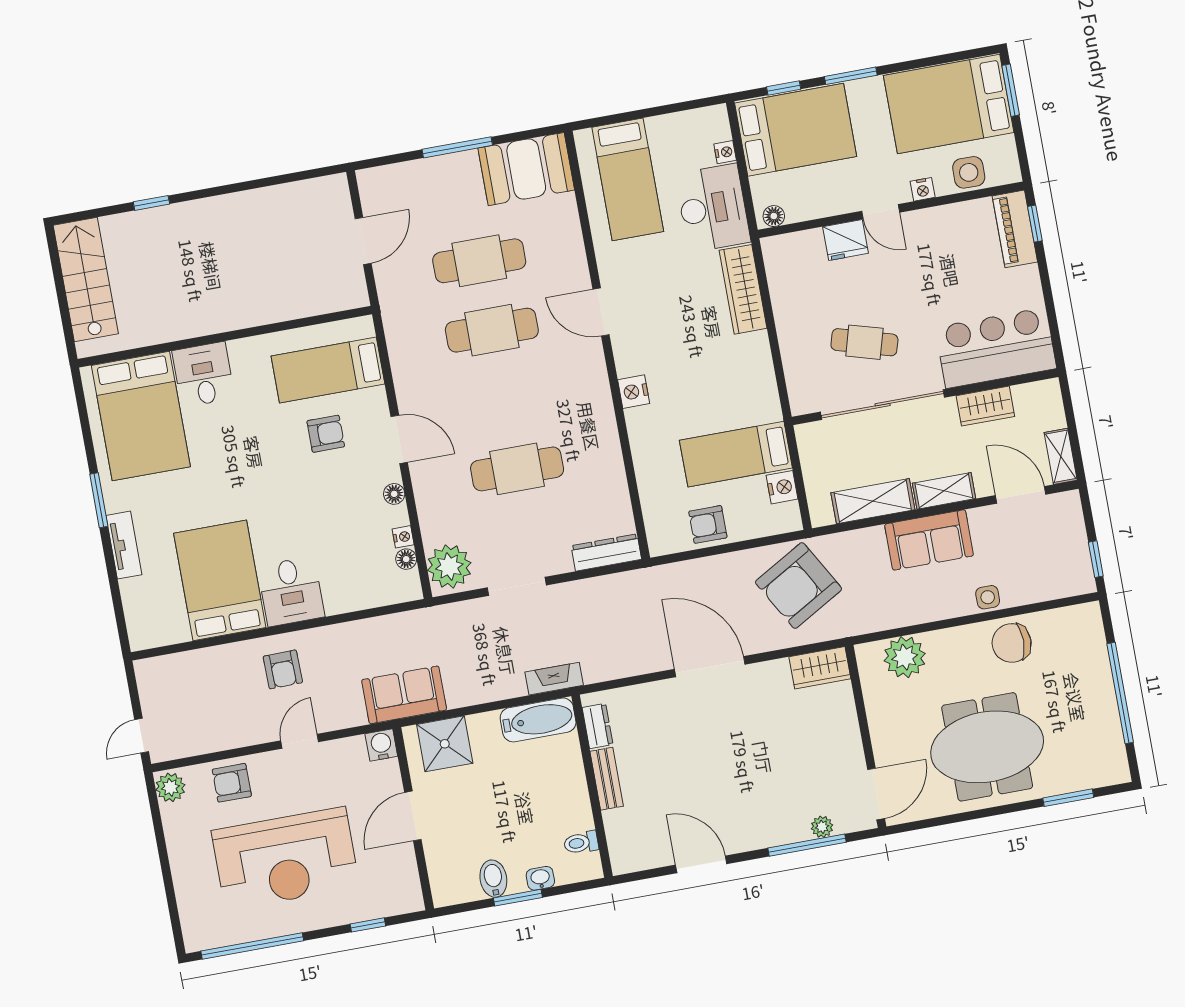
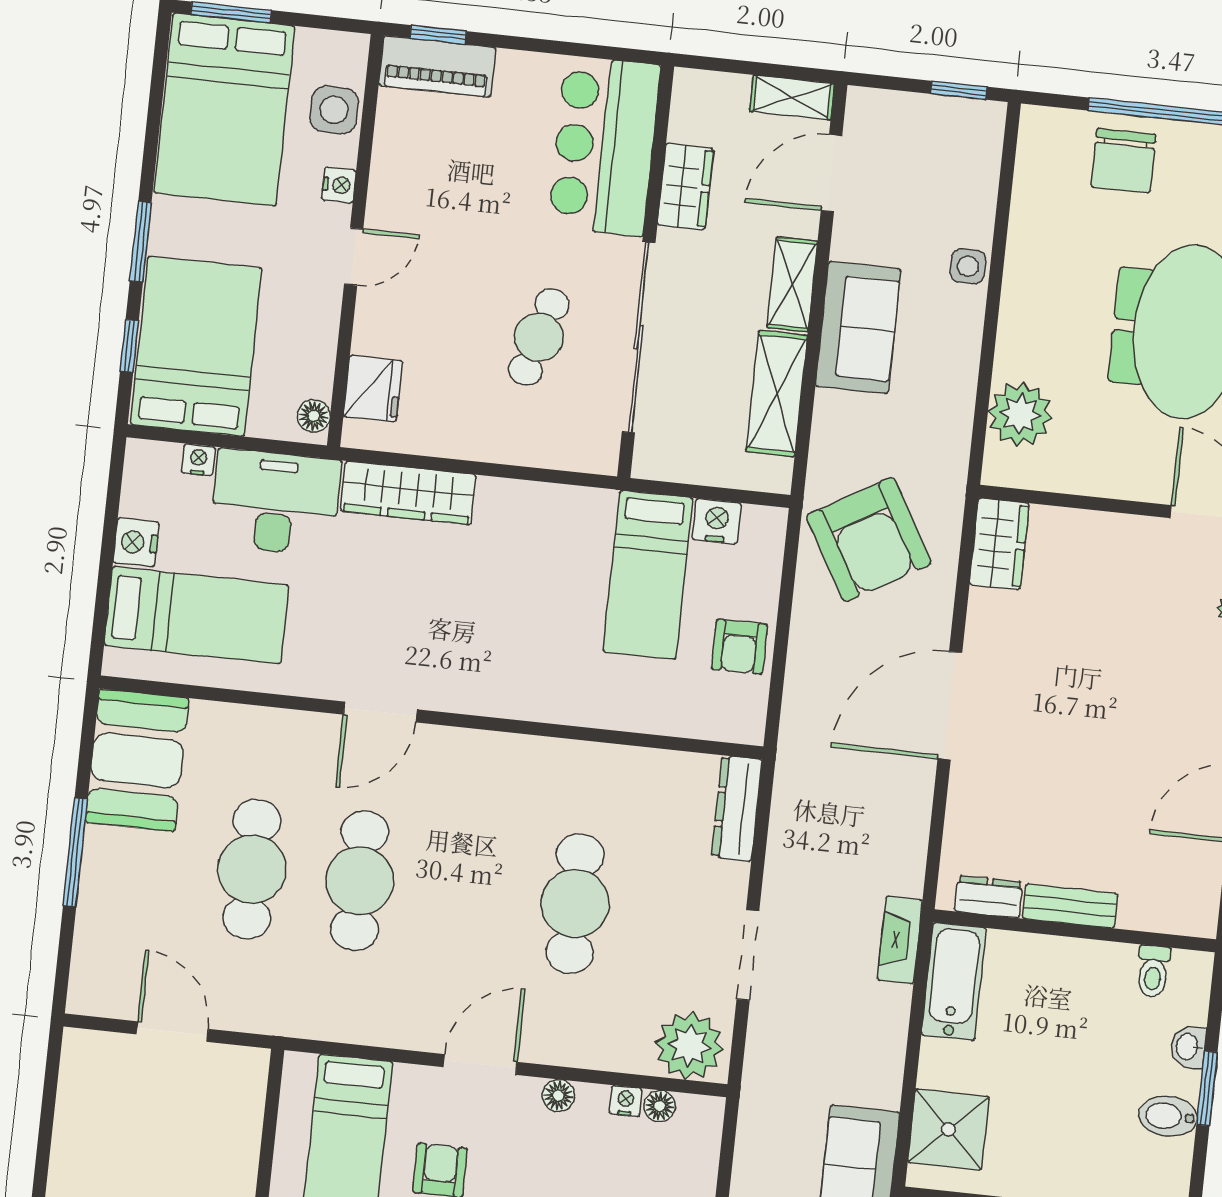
fridge: (846, 240) -> (373, 389), moved
nightstand: (634, 392) -> (136, 542), moved, turned 90
chair: (1012, 643) -> (1123, 161), moved

